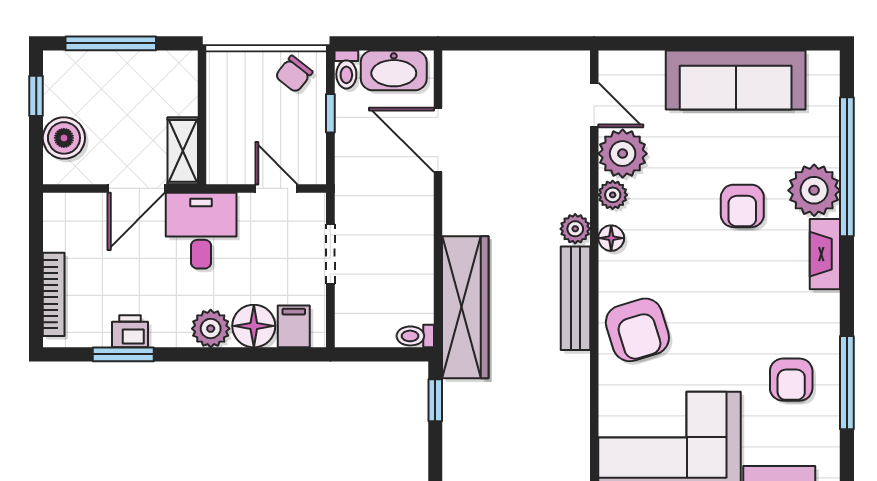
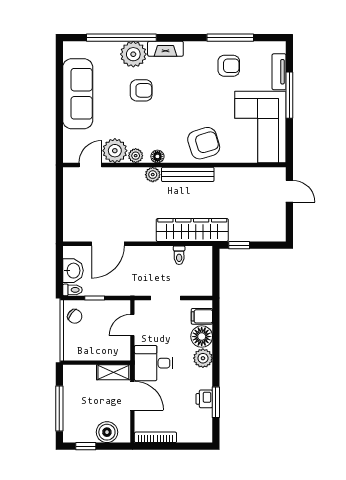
washbasin: (394, 70) -> (73, 271), width x0.72
bookcase: (54, 294) -> (155, 437), moved
toilet: (415, 336) -> (179, 255), moved

